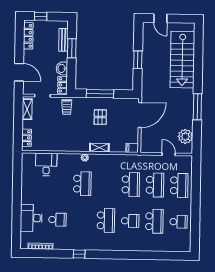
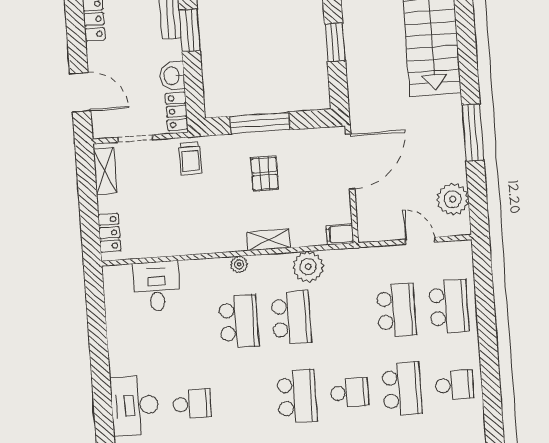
plant: (116, 161) -> (308, 267), added
school desk: (131, 185) -> (291, 318), moved

